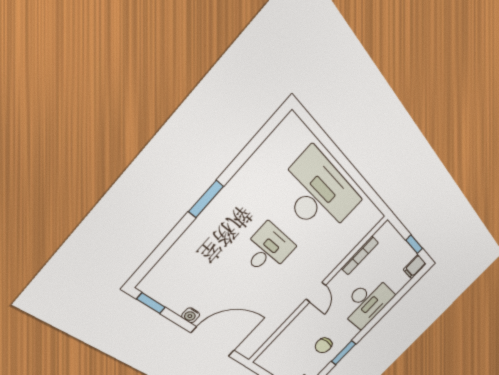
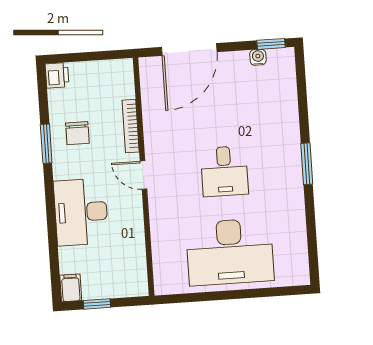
bookcase: (360, 256) -> (131, 126), moved
water cooler: (191, 315) -> (258, 57), moved
chair: (324, 345) -> (77, 133), turned 180

